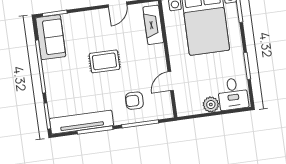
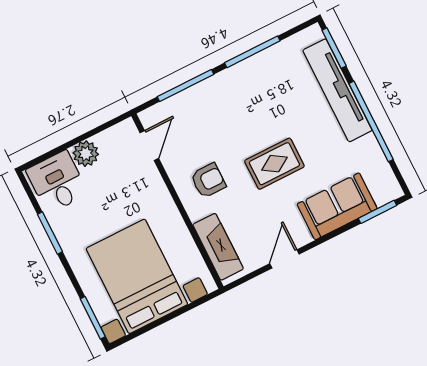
sofa: (51, 37) -> (337, 206), moved, turned 90
door: (171, 81) -> (149, 146), moved
armchair: (134, 101) -> (208, 181), moved
tv unit: (82, 122) -> (337, 90), moved, turned 90

